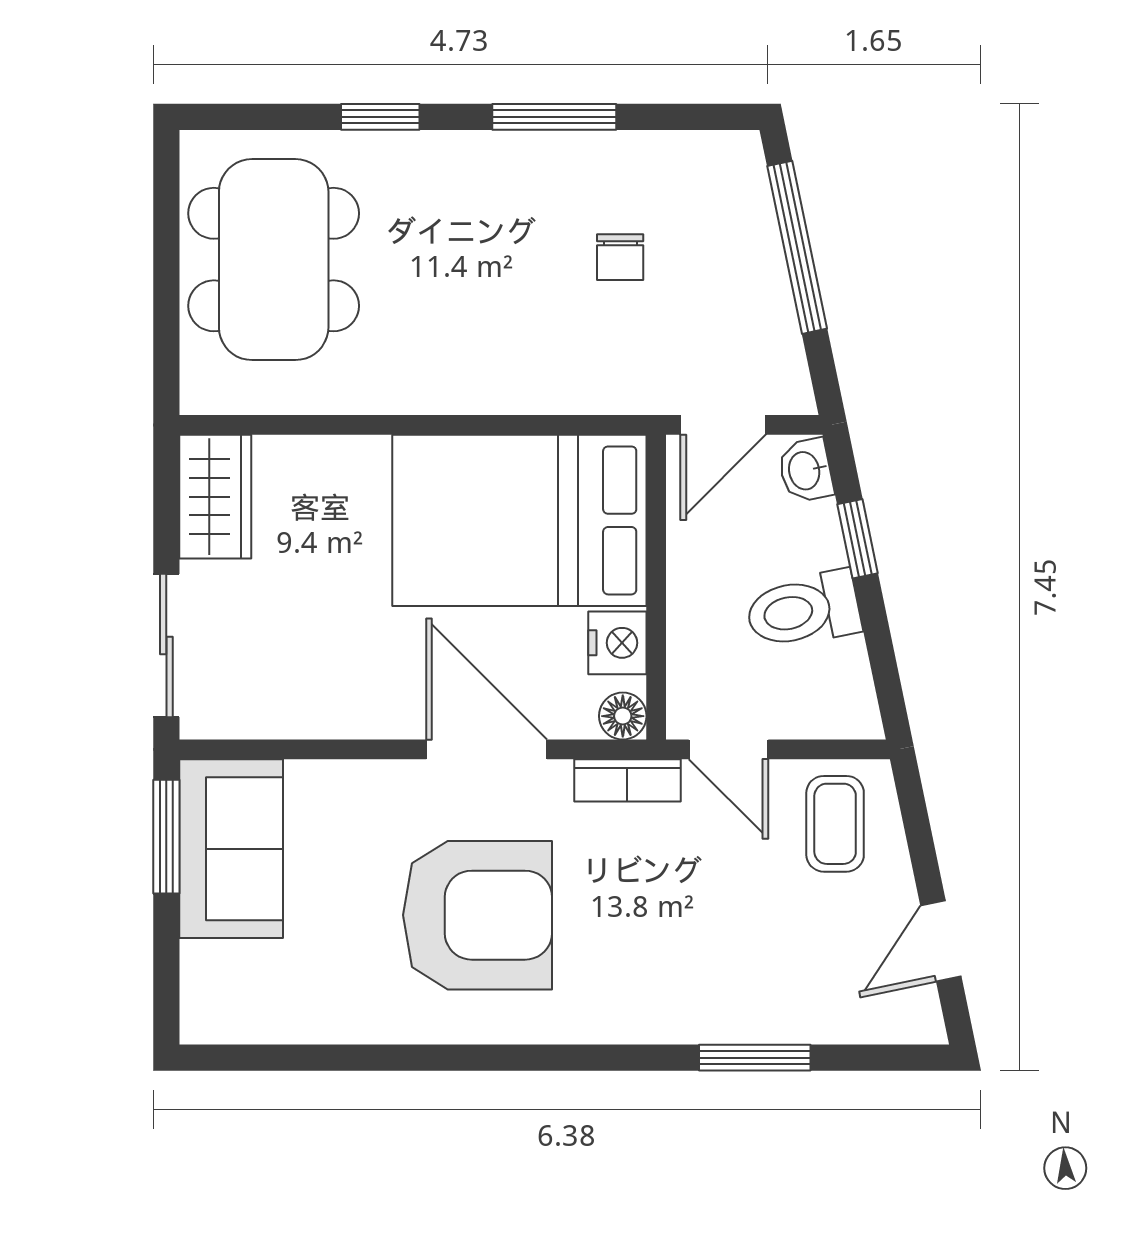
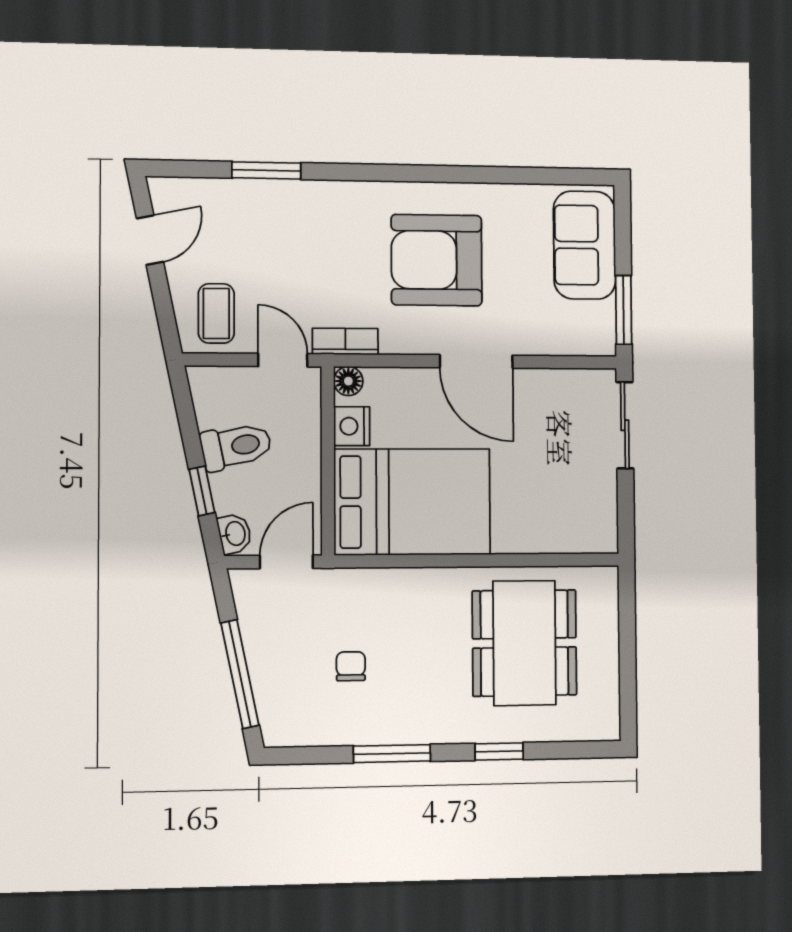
dining table: (274, 260) -> (524, 643), moved
wardrobe: (215, 497) -> (597, 516), removed
door: (487, 749) -> (476, 361), moved
sofa: (231, 849) -> (585, 245), moved

